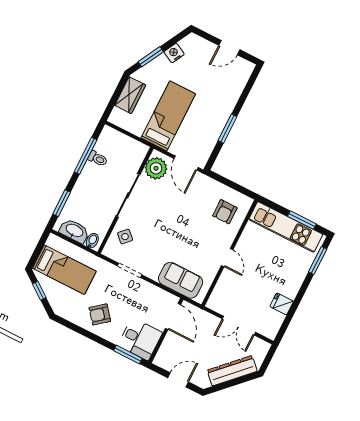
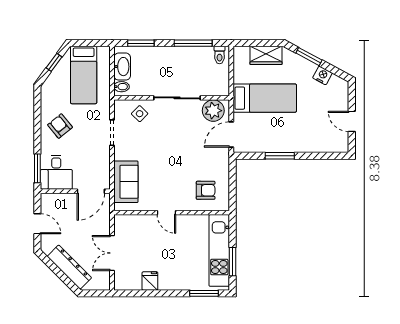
toilet: (98, 159) -> (220, 55), moved
armchair: (225, 212) -> (206, 190), turned 180
door: (227, 258) -> (166, 213), hinge flipped

